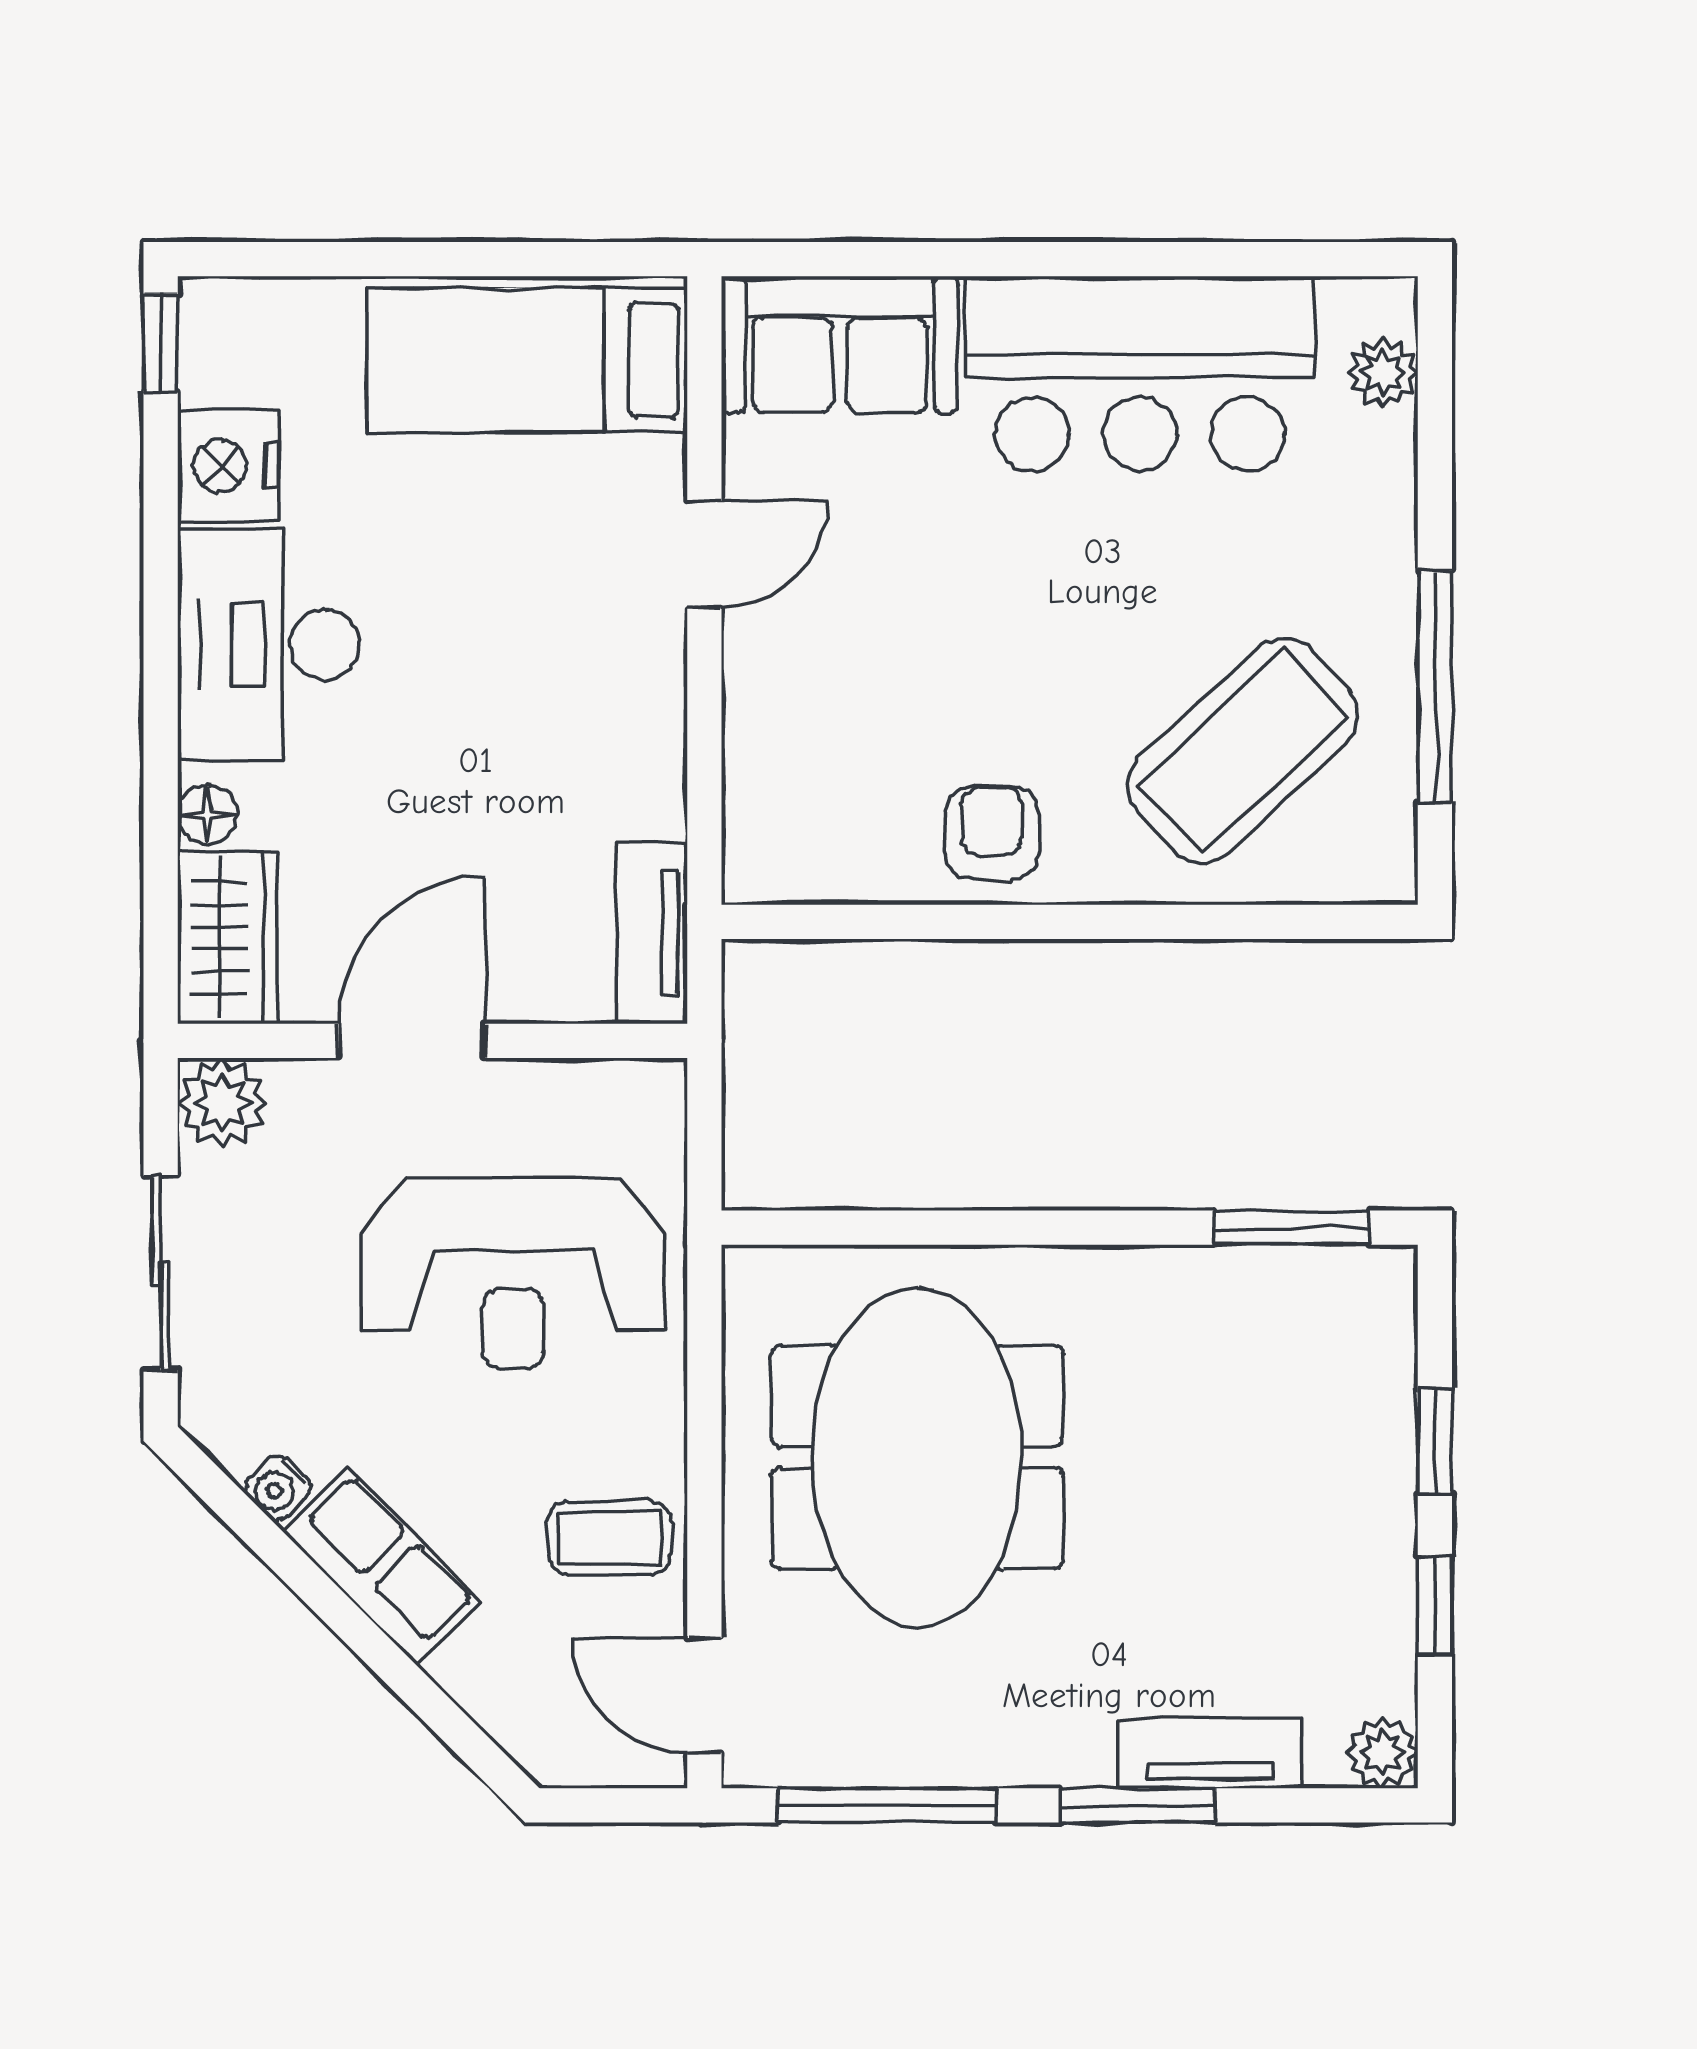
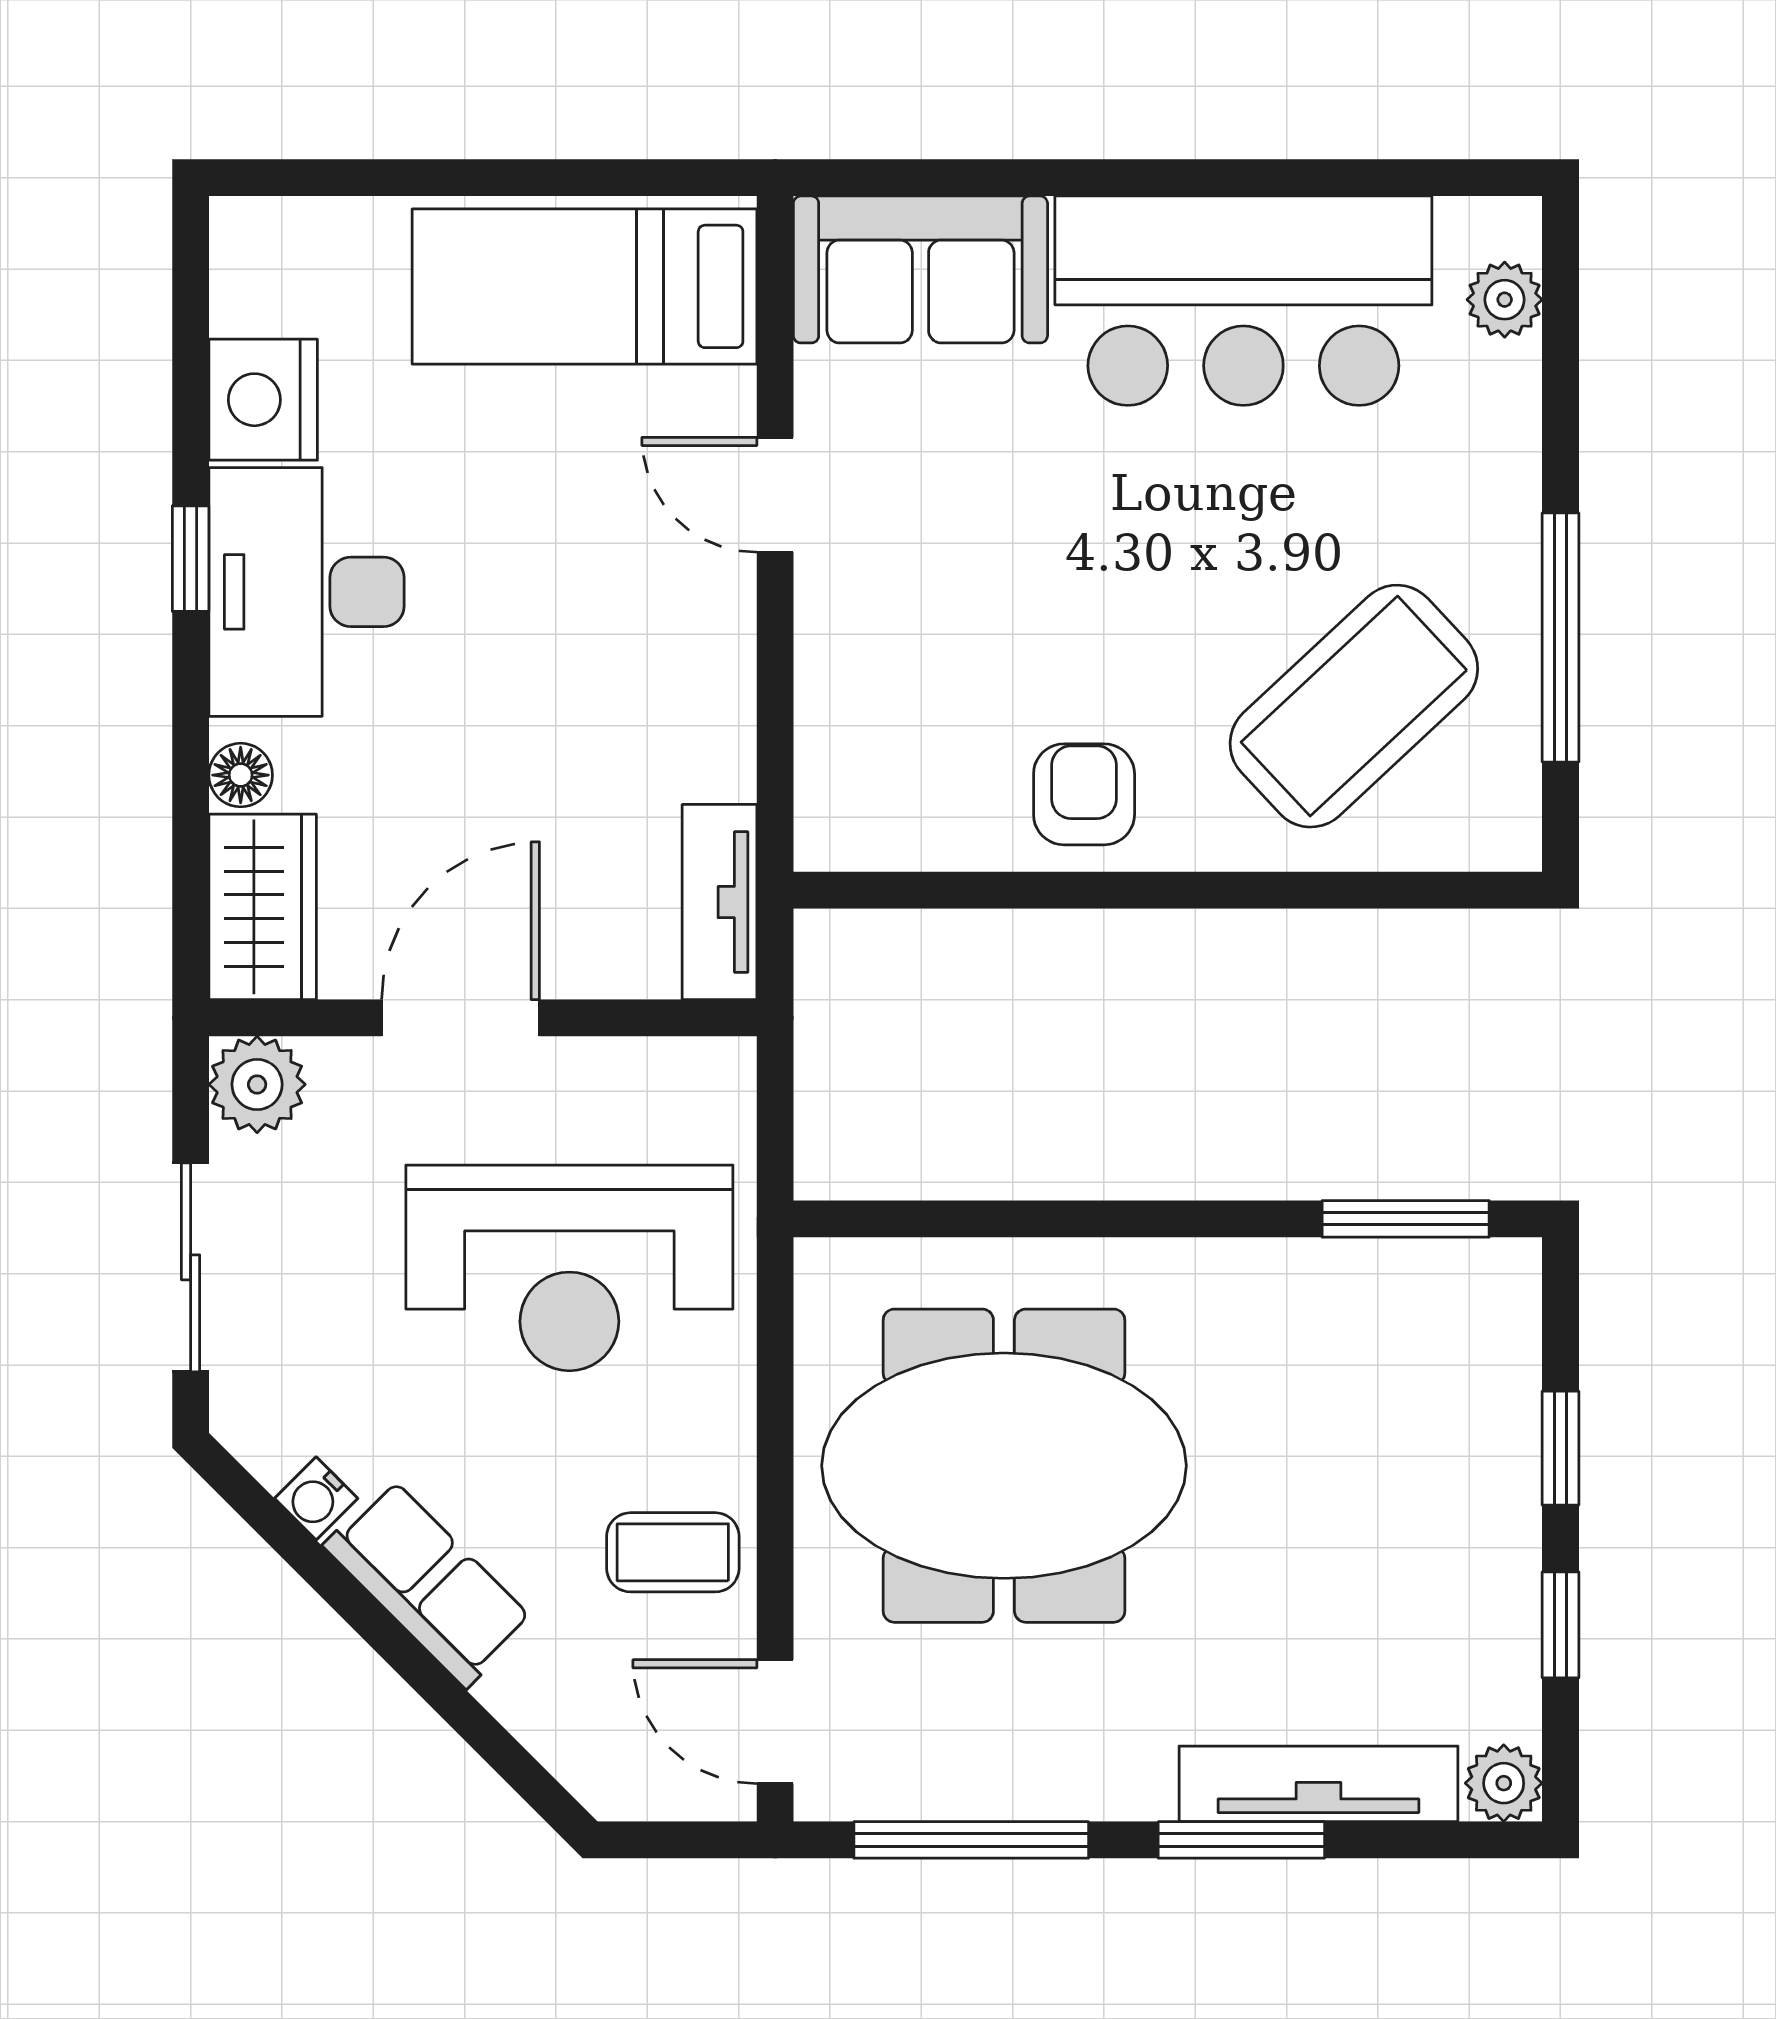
window: (161, 343) -> (191, 559), moved
door: (704, 554) -> (775, 495), swing flipped
meeting table: (917, 1457) -> (1004, 1466), turned 90
tv unit: (1210, 1753) -> (1318, 1784), width x1.41

